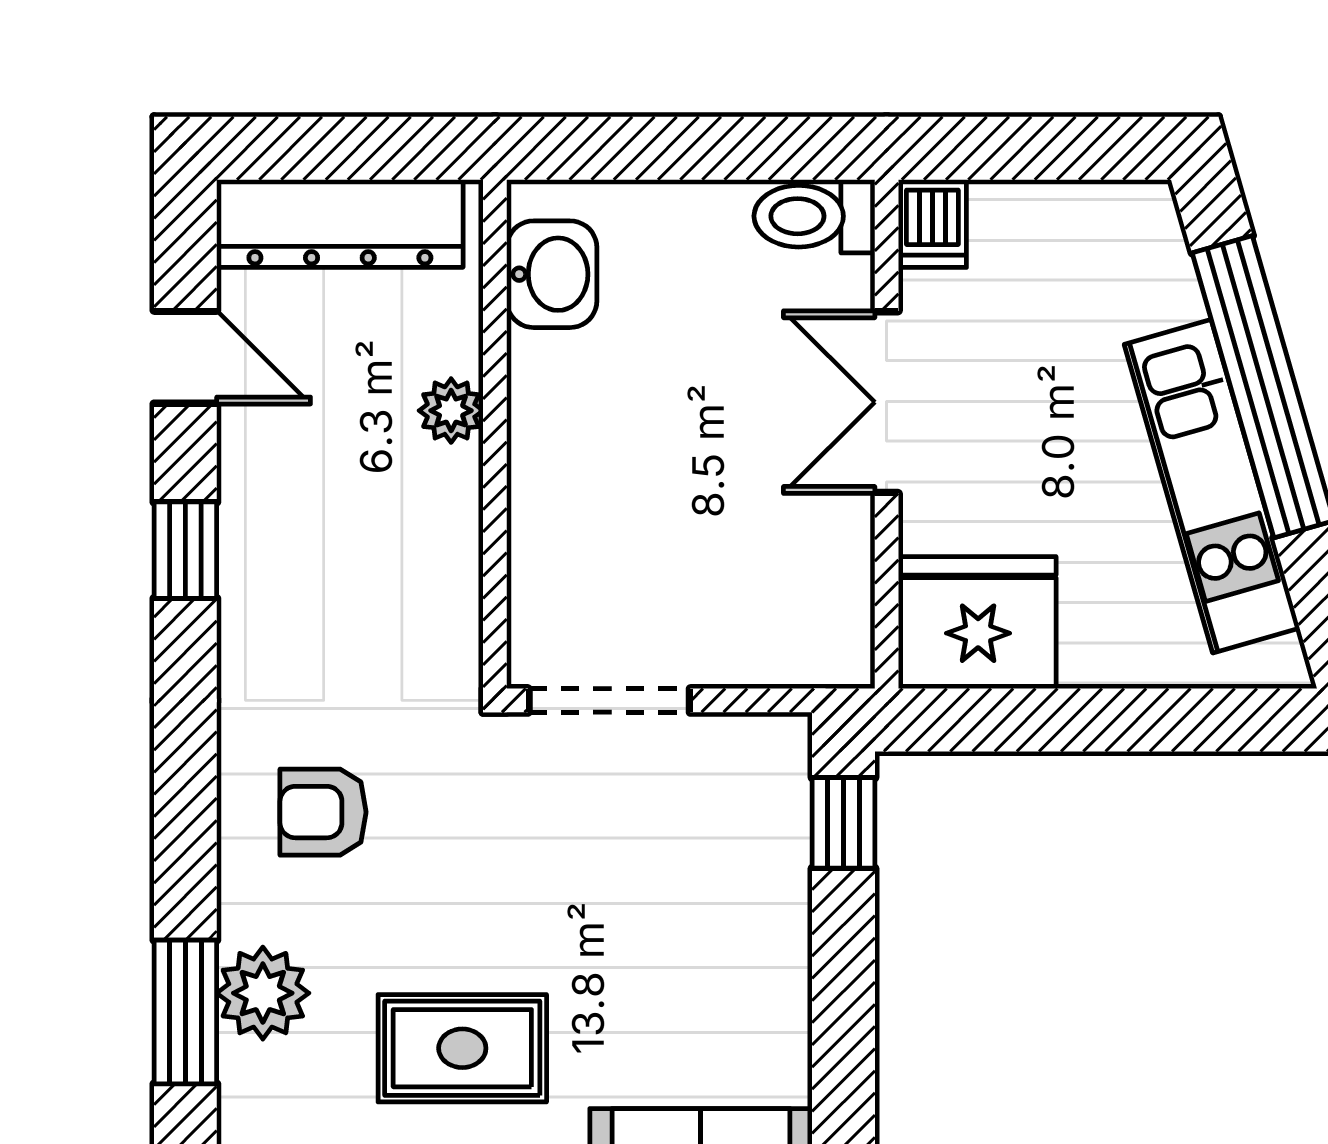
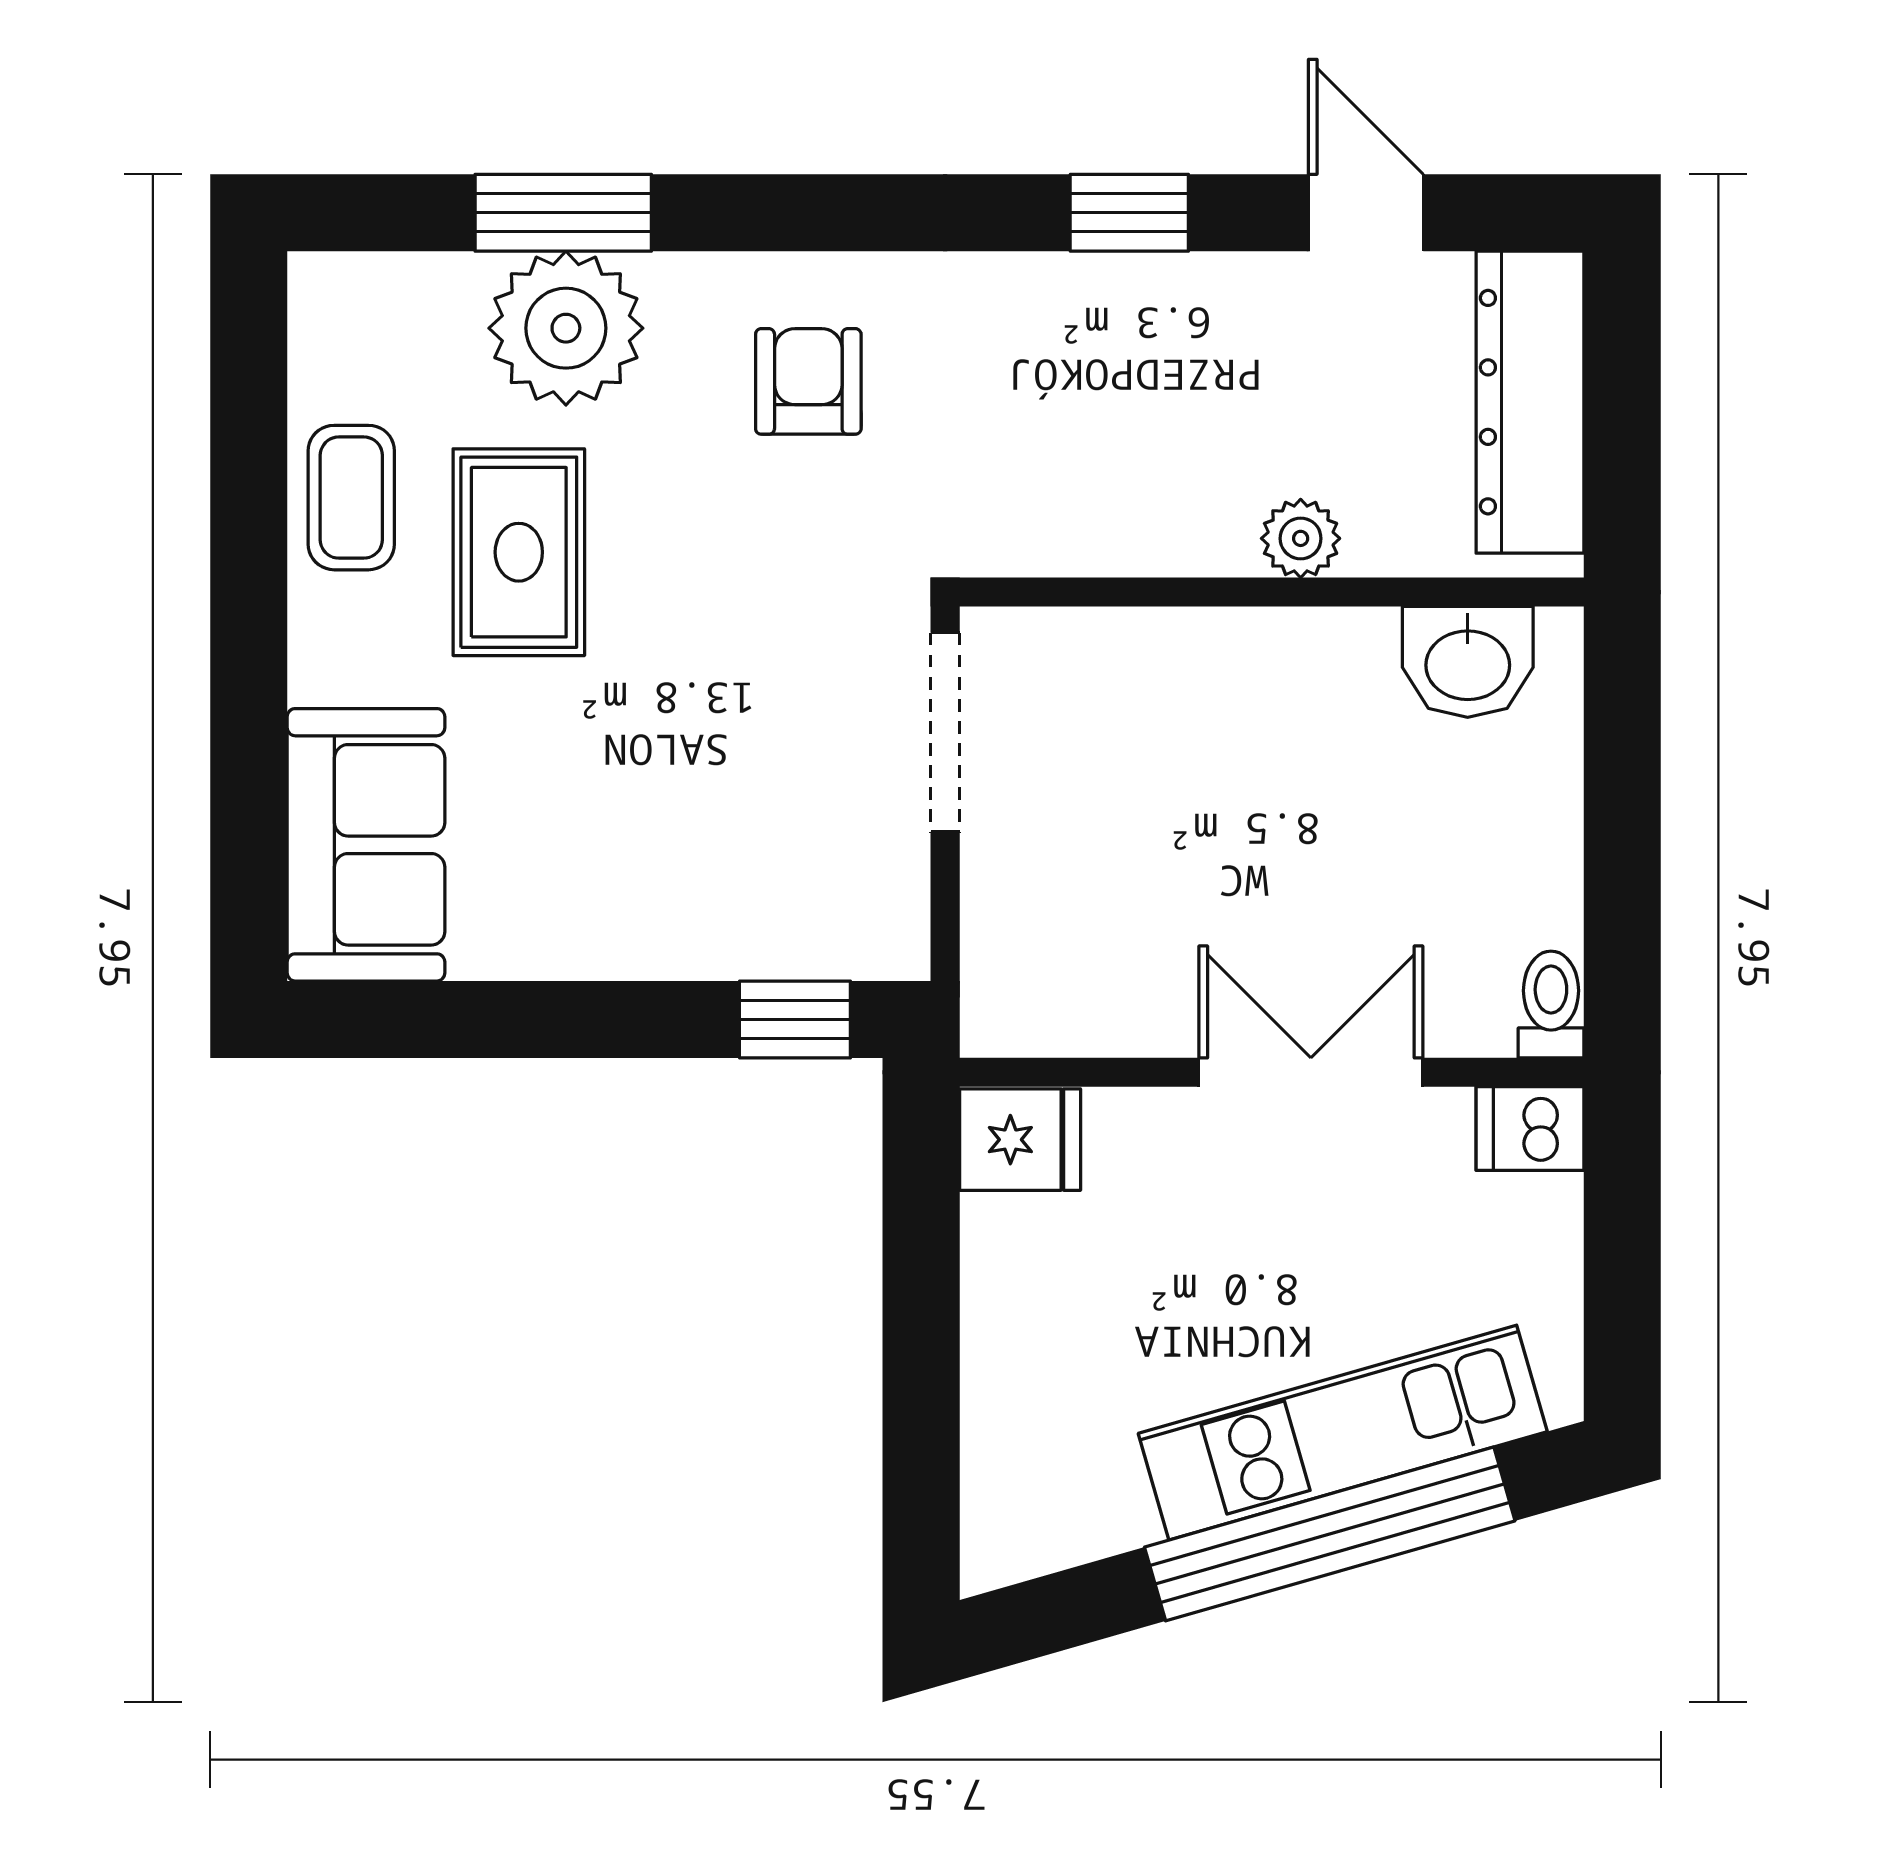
toilet: (814, 216) -> (1551, 1004), width x0.73, depth x0.72
door: (185, 357) -> (1366, 213), swing flipped
kitchen unit: (1212, 486) -> (1343, 1433), moved
fridge: (978, 623) -> (1020, 1140), width x0.53, depth x0.75
plant: (263, 993) -> (566, 328), width x1.36, depth x1.36

